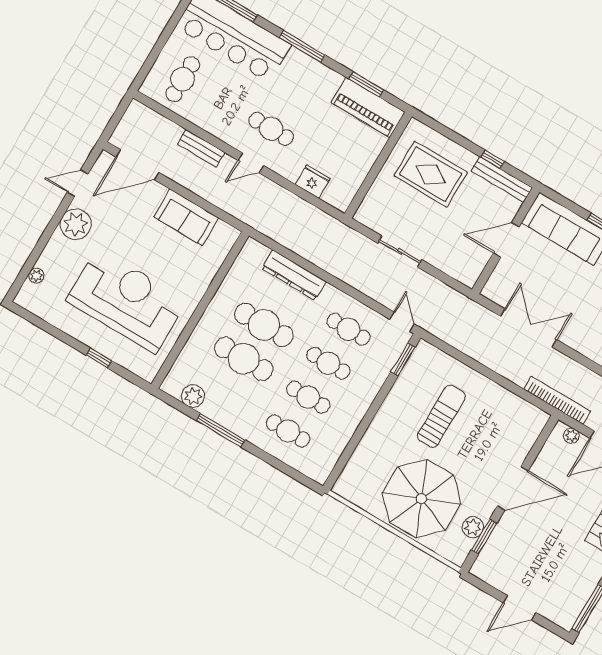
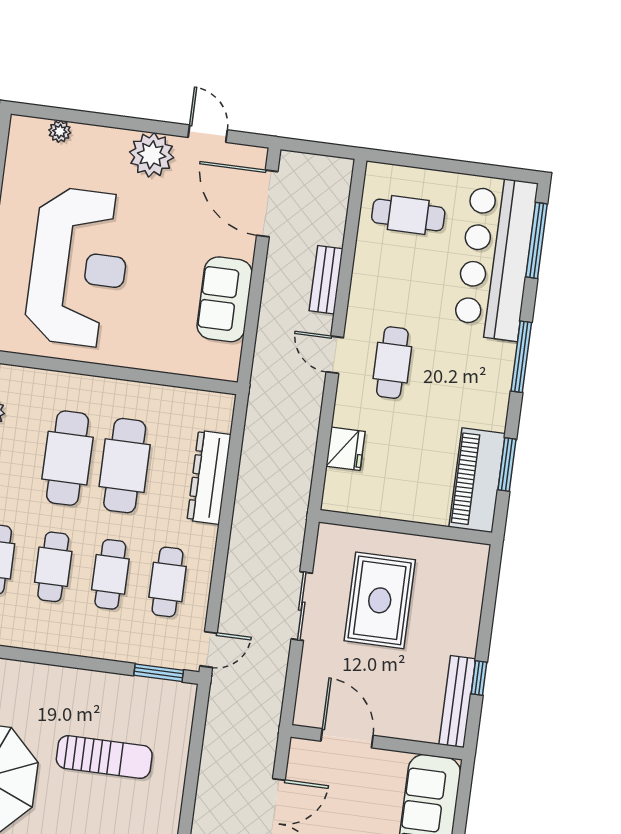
rug: (431, 174) -> (380, 600), moved
door: (506, 240) -> (347, 738), moved

